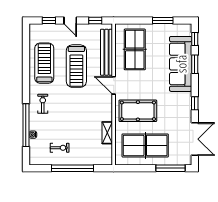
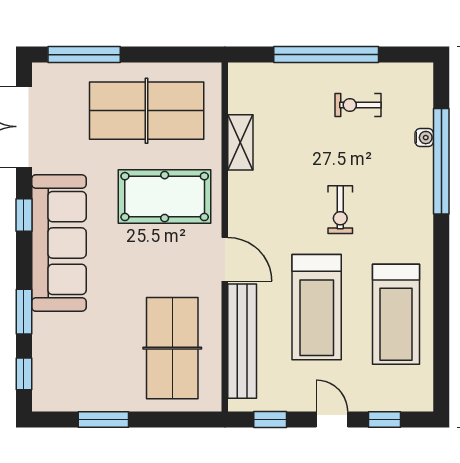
sofa: (181, 64) -> (59, 243), moved
treadmill: (76, 66) -> (317, 307), turned 180
exercise bike: (43, 104) -> (340, 210), moved

